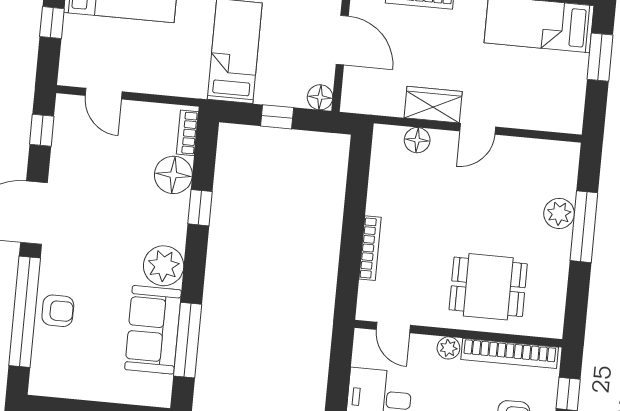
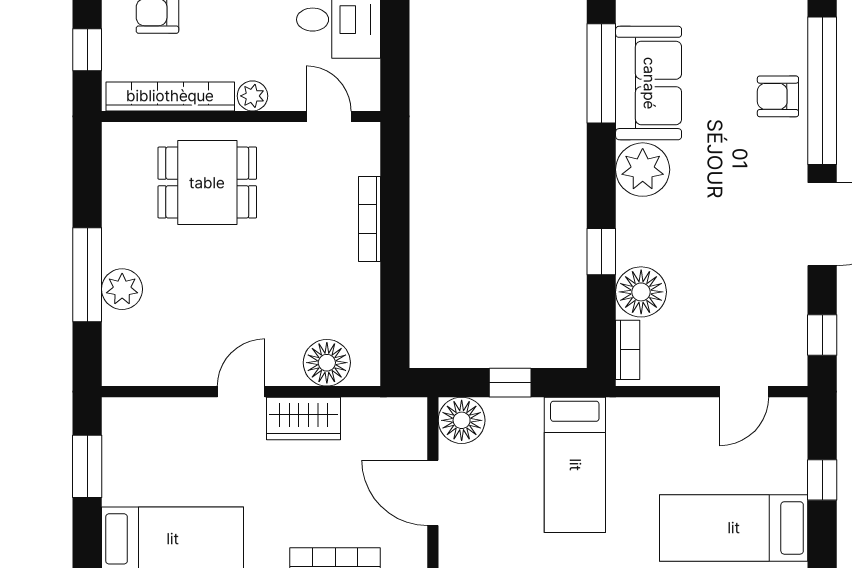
window: (600, 57) -> (87, 466), moved
door: (104, 94) -> (744, 392), swing flipped
floor lamp: (320, 97) -> (462, 420), width x1.38, depth x1.38
floor lamp: (417, 140) -> (327, 363), width x1.38, depth x1.38

